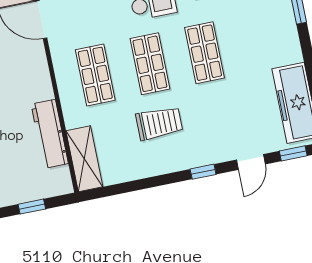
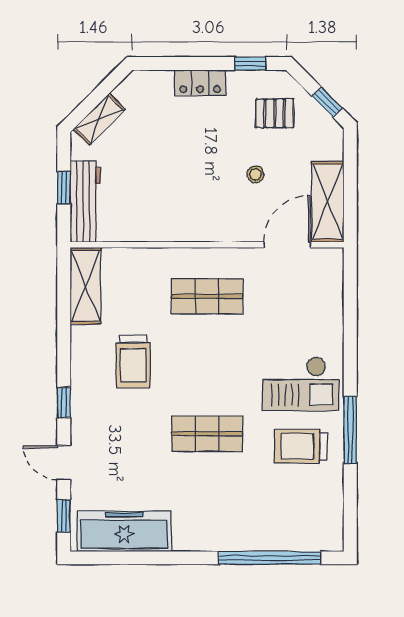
shop shelf: (150, 64) -> (207, 365), removed
workbench: (50, 134) -> (85, 202), moved, turned 90
shelving: (84, 159) -> (86, 286), moved, turned 90

